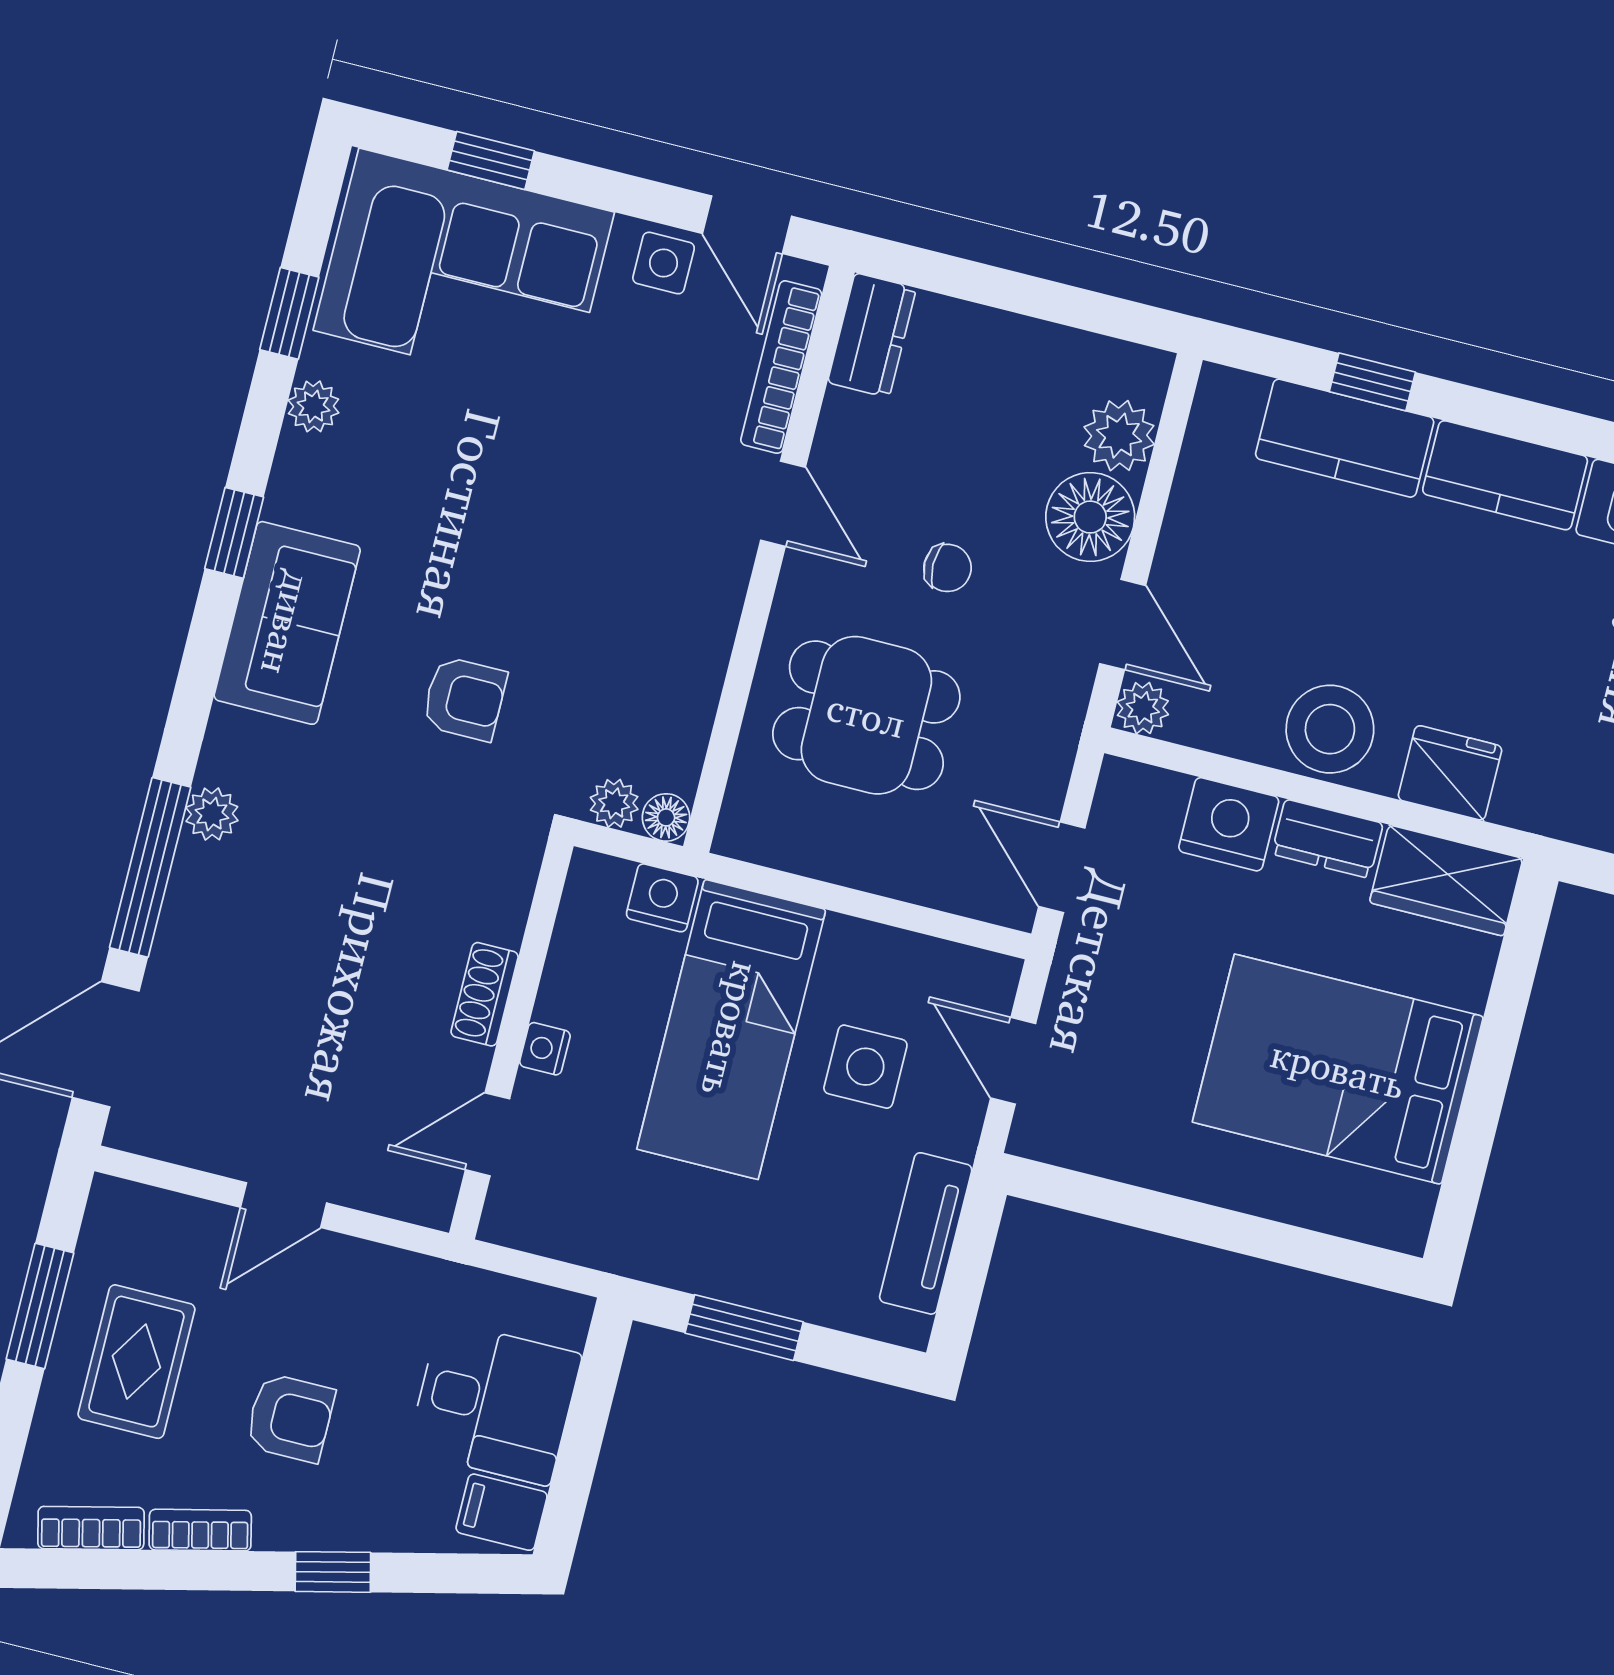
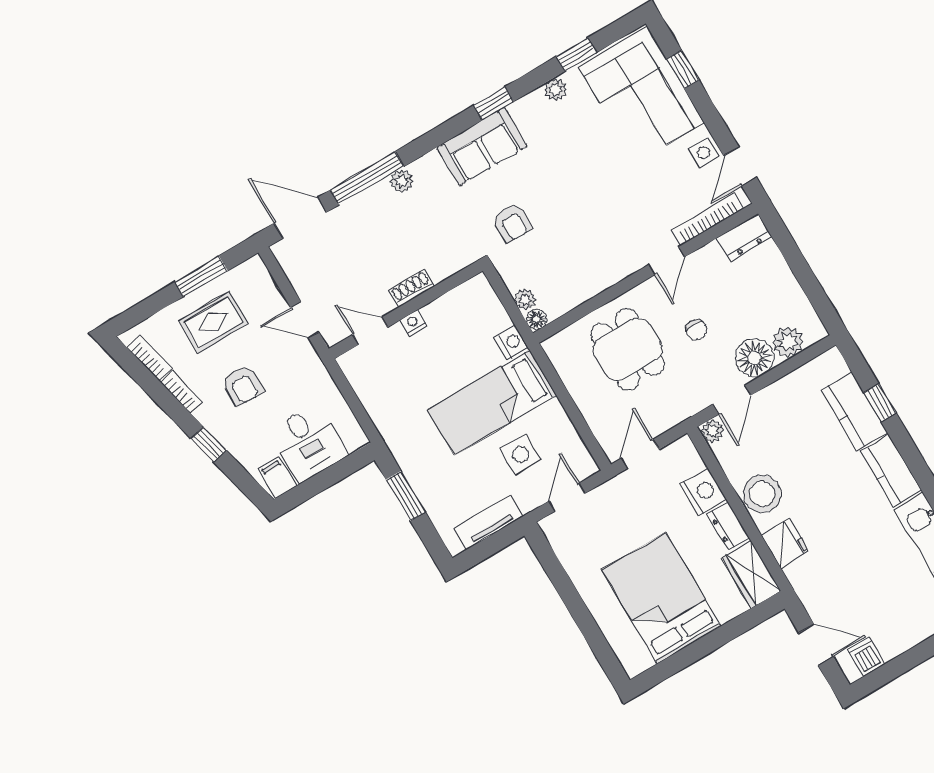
shoe rack: (485, 994) -> (412, 288), moved
wall: (511, 1039) -> (406, 310), moved
nightstand: (545, 1049) -> (413, 323), moved
door: (487, 1134) -> (370, 331), moved

